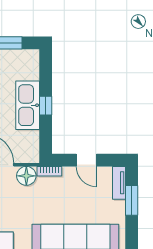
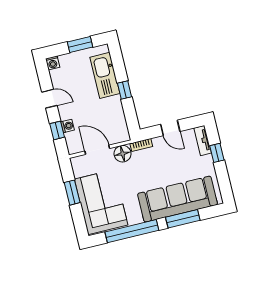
kitchen sink: (28, 105) -> (105, 75), moved
window: (132, 200) -> (217, 153), width x0.67

